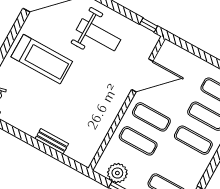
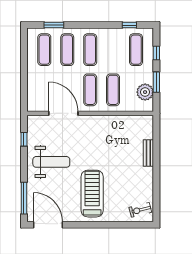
window: (149, 25) -> (24, 139), moved
weight bench: (98, 35) -> (51, 162), turned 90

